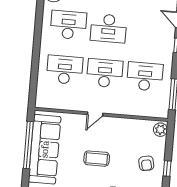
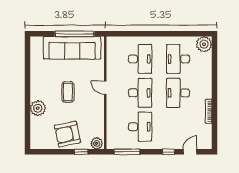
desk: (68, 25) -> (178, 59), turned 180
armchair: (146, 163) -> (67, 134), width x1.88, depth x1.88
window: (167, 168) -> (81, 152), moved

